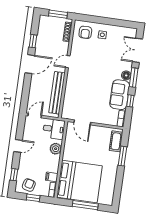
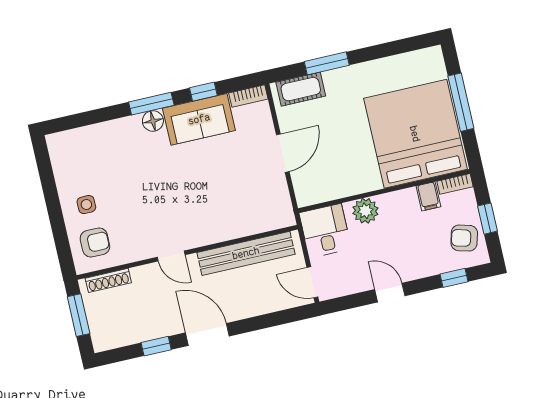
double door: (137, 50) -> (91, 117), removed
door: (82, 122) -> (283, 153), moved

